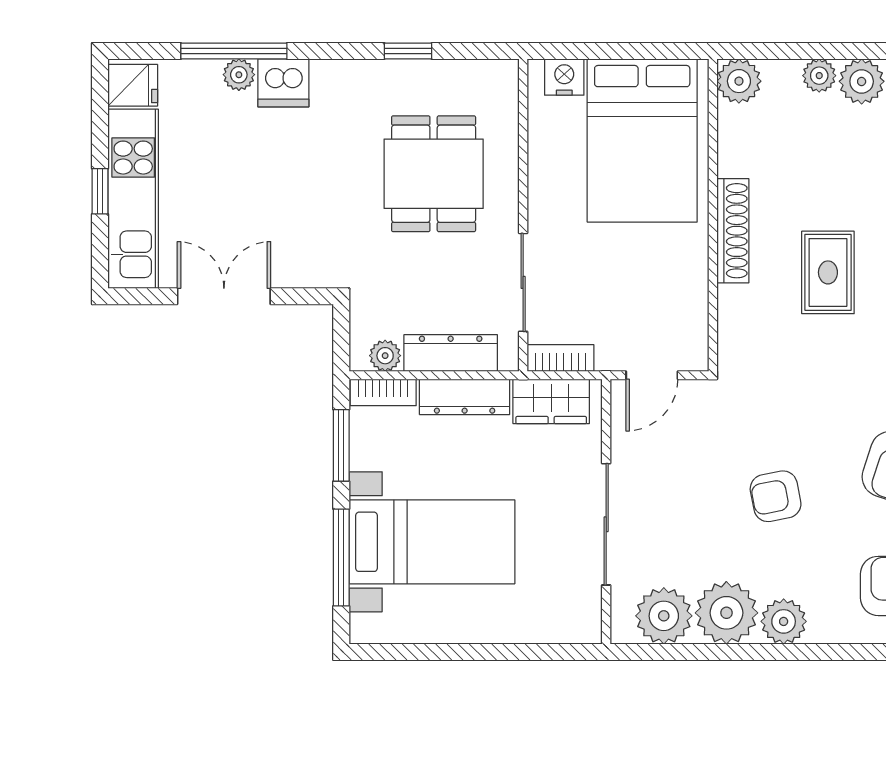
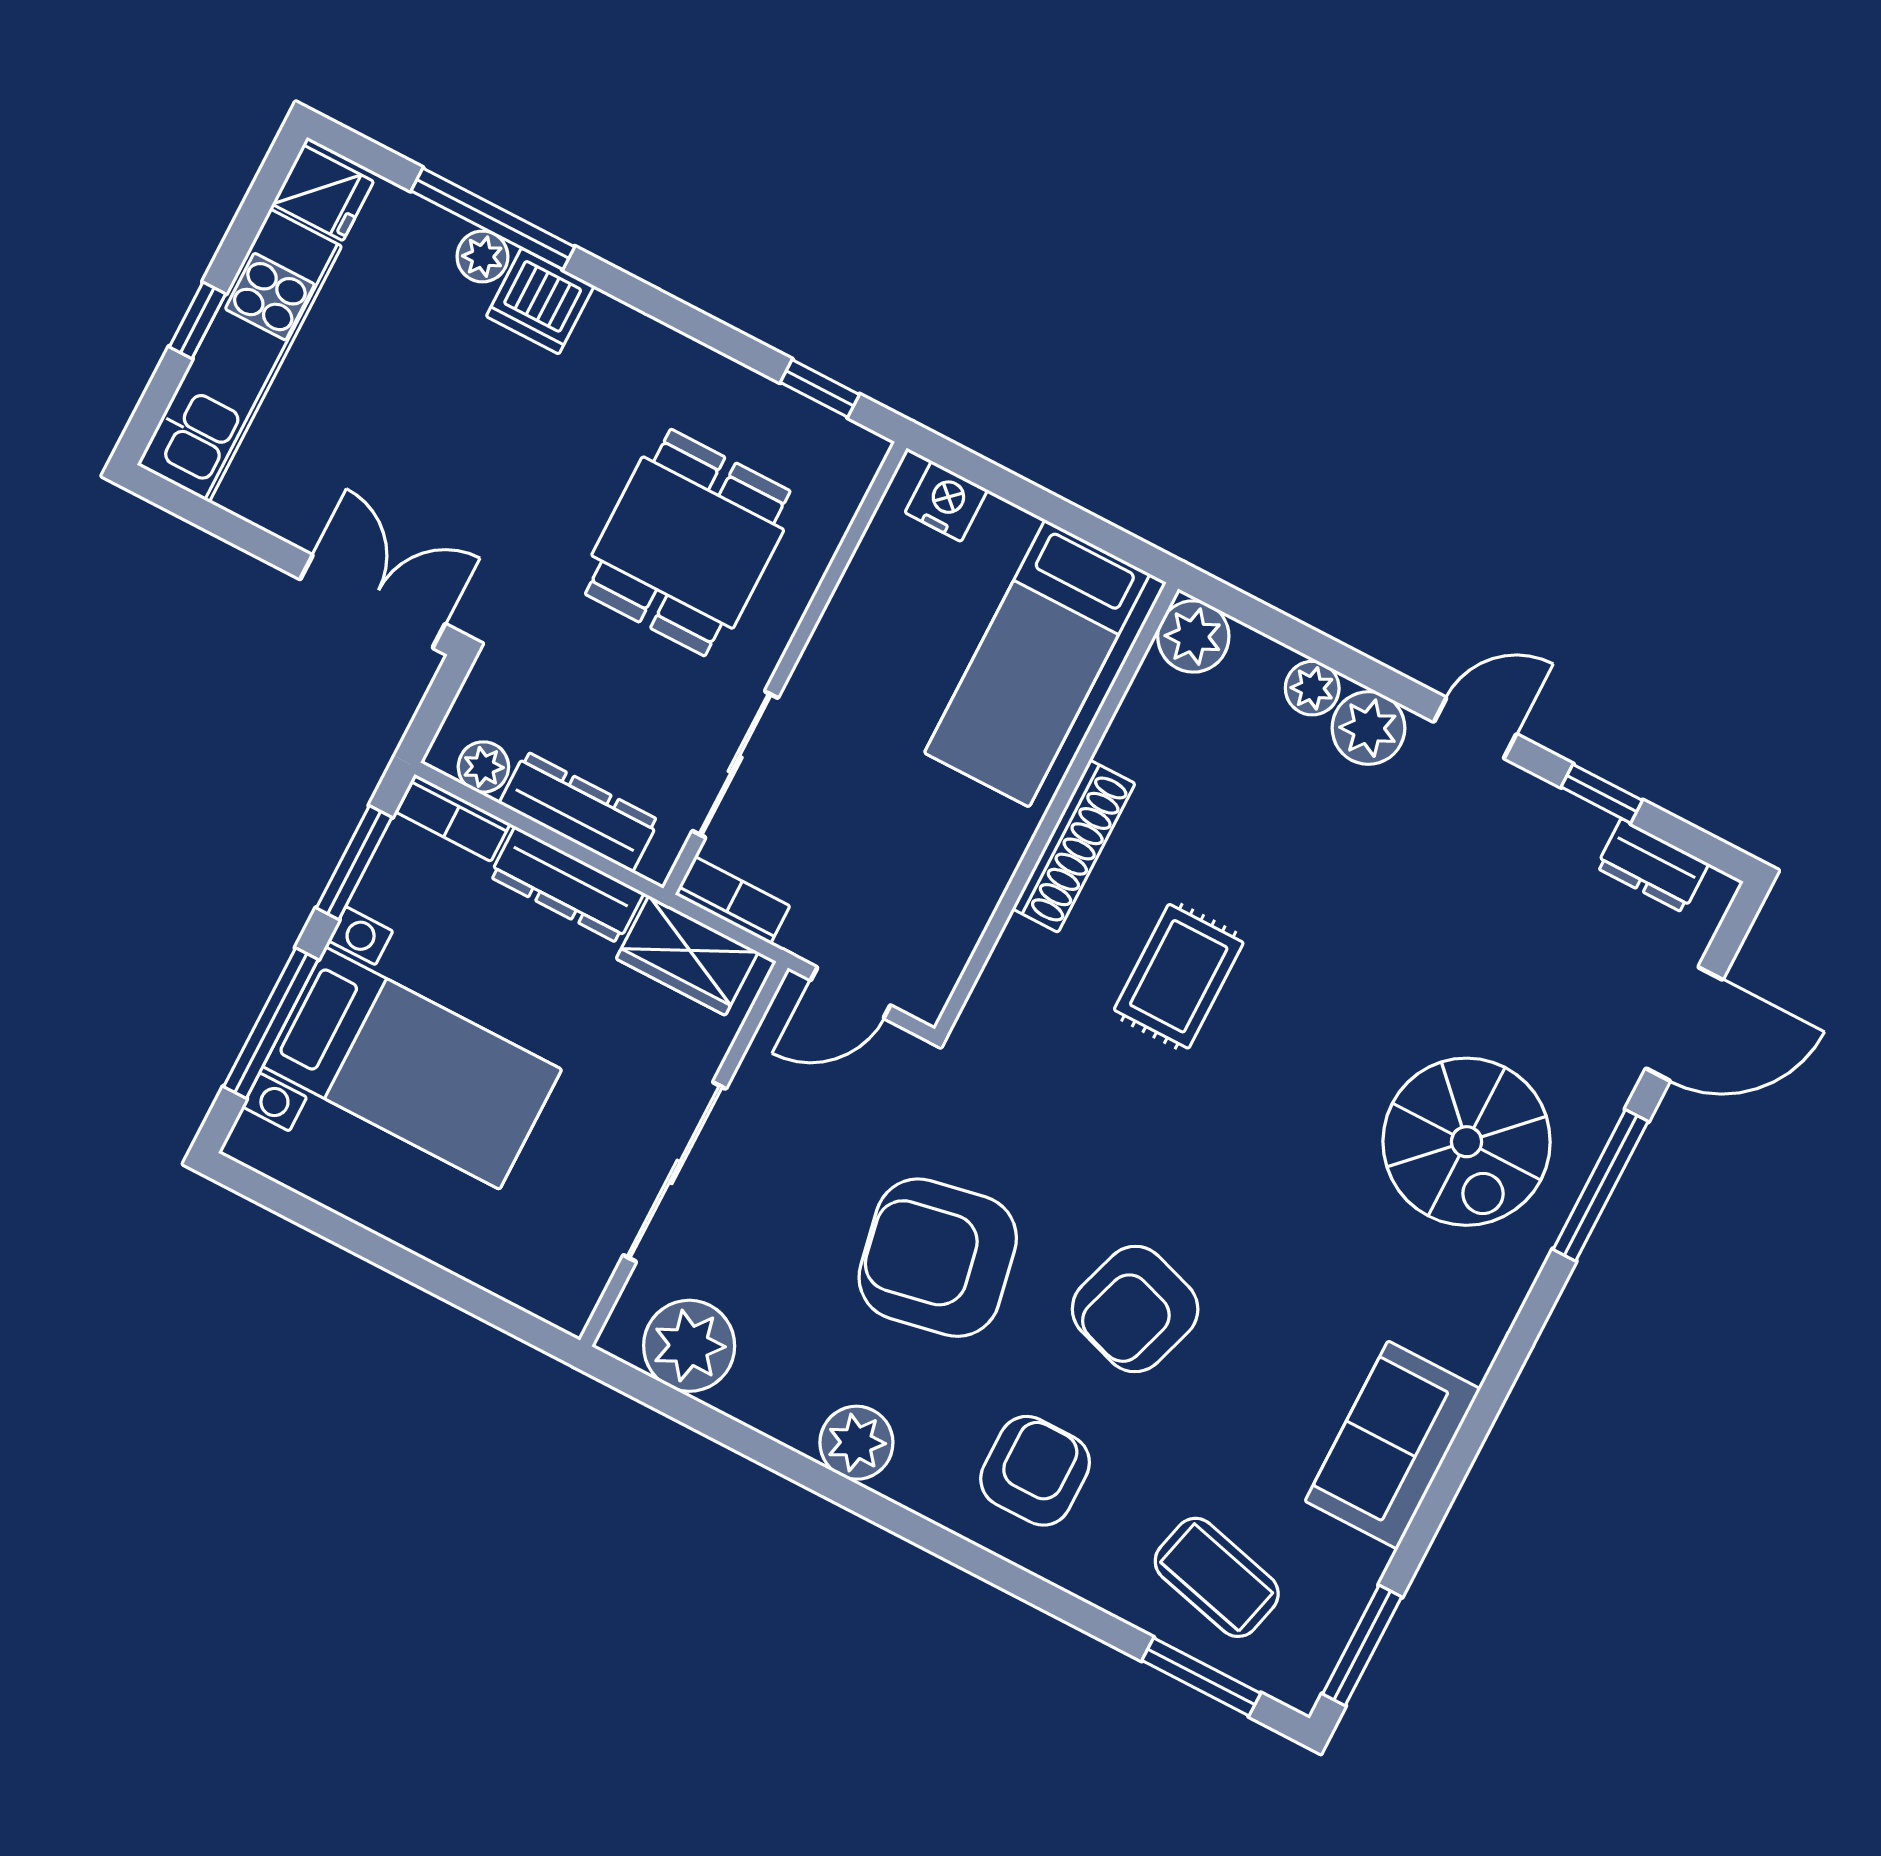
window: (408, 51) -> (820, 388), moved
bed: (642, 140) -> (1037, 663), width x0.67
double door: (224, 296) -> (373, 602), moved
armchair: (776, 496) -> (938, 1258), width x1.88, depth x1.88
plant: (726, 613) -> (781, 1388), removed

